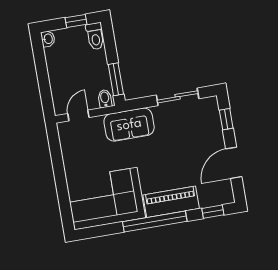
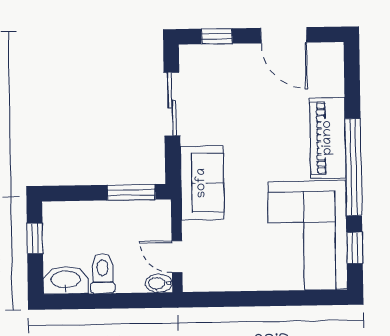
toilet: (95, 36) -> (103, 273), moved, turned -90
washbasin: (48, 39) -> (66, 280), width x1.91, depth x1.45
bidet: (105, 99) -> (159, 283), moved
window: (213, 212) -> (355, 248), moved

